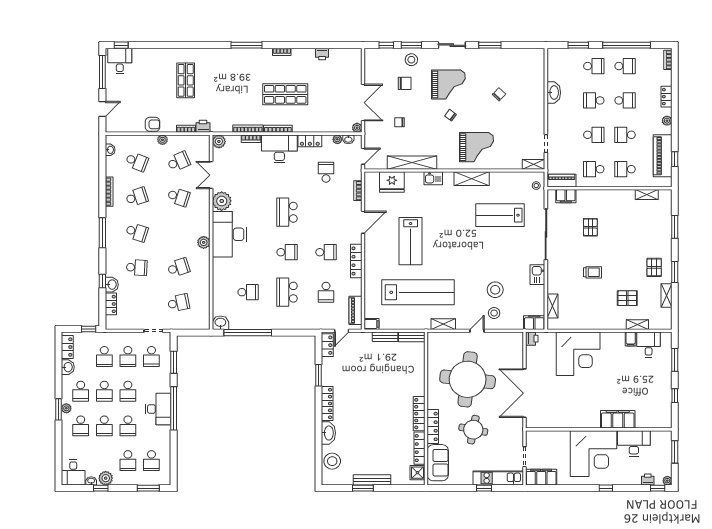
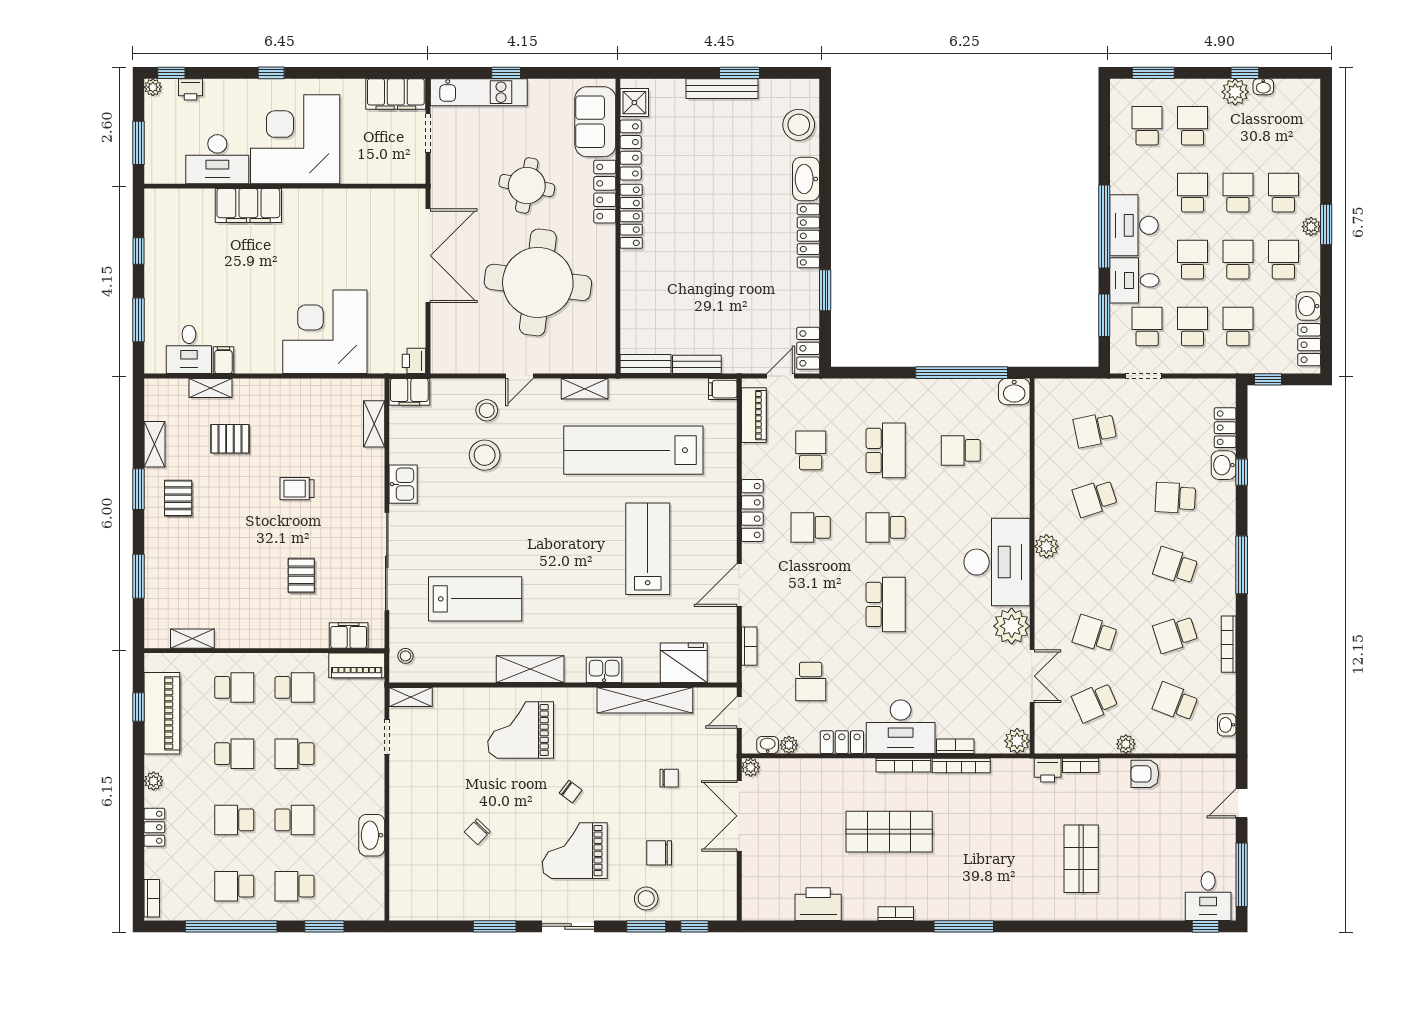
printer: (322, 54) -> (818, 904), width x1.87, depth x1.48
desk: (73, 472) -> (1134, 280), moved, turned -90

